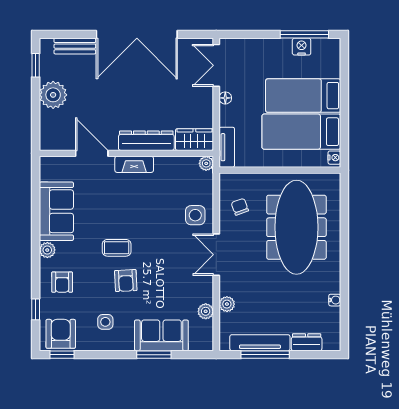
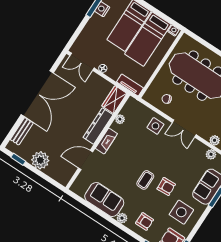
plant: (206, 163) -> (120, 119), moved
side table: (105, 322) -> (181, 212), width x1.87, depth x1.87

